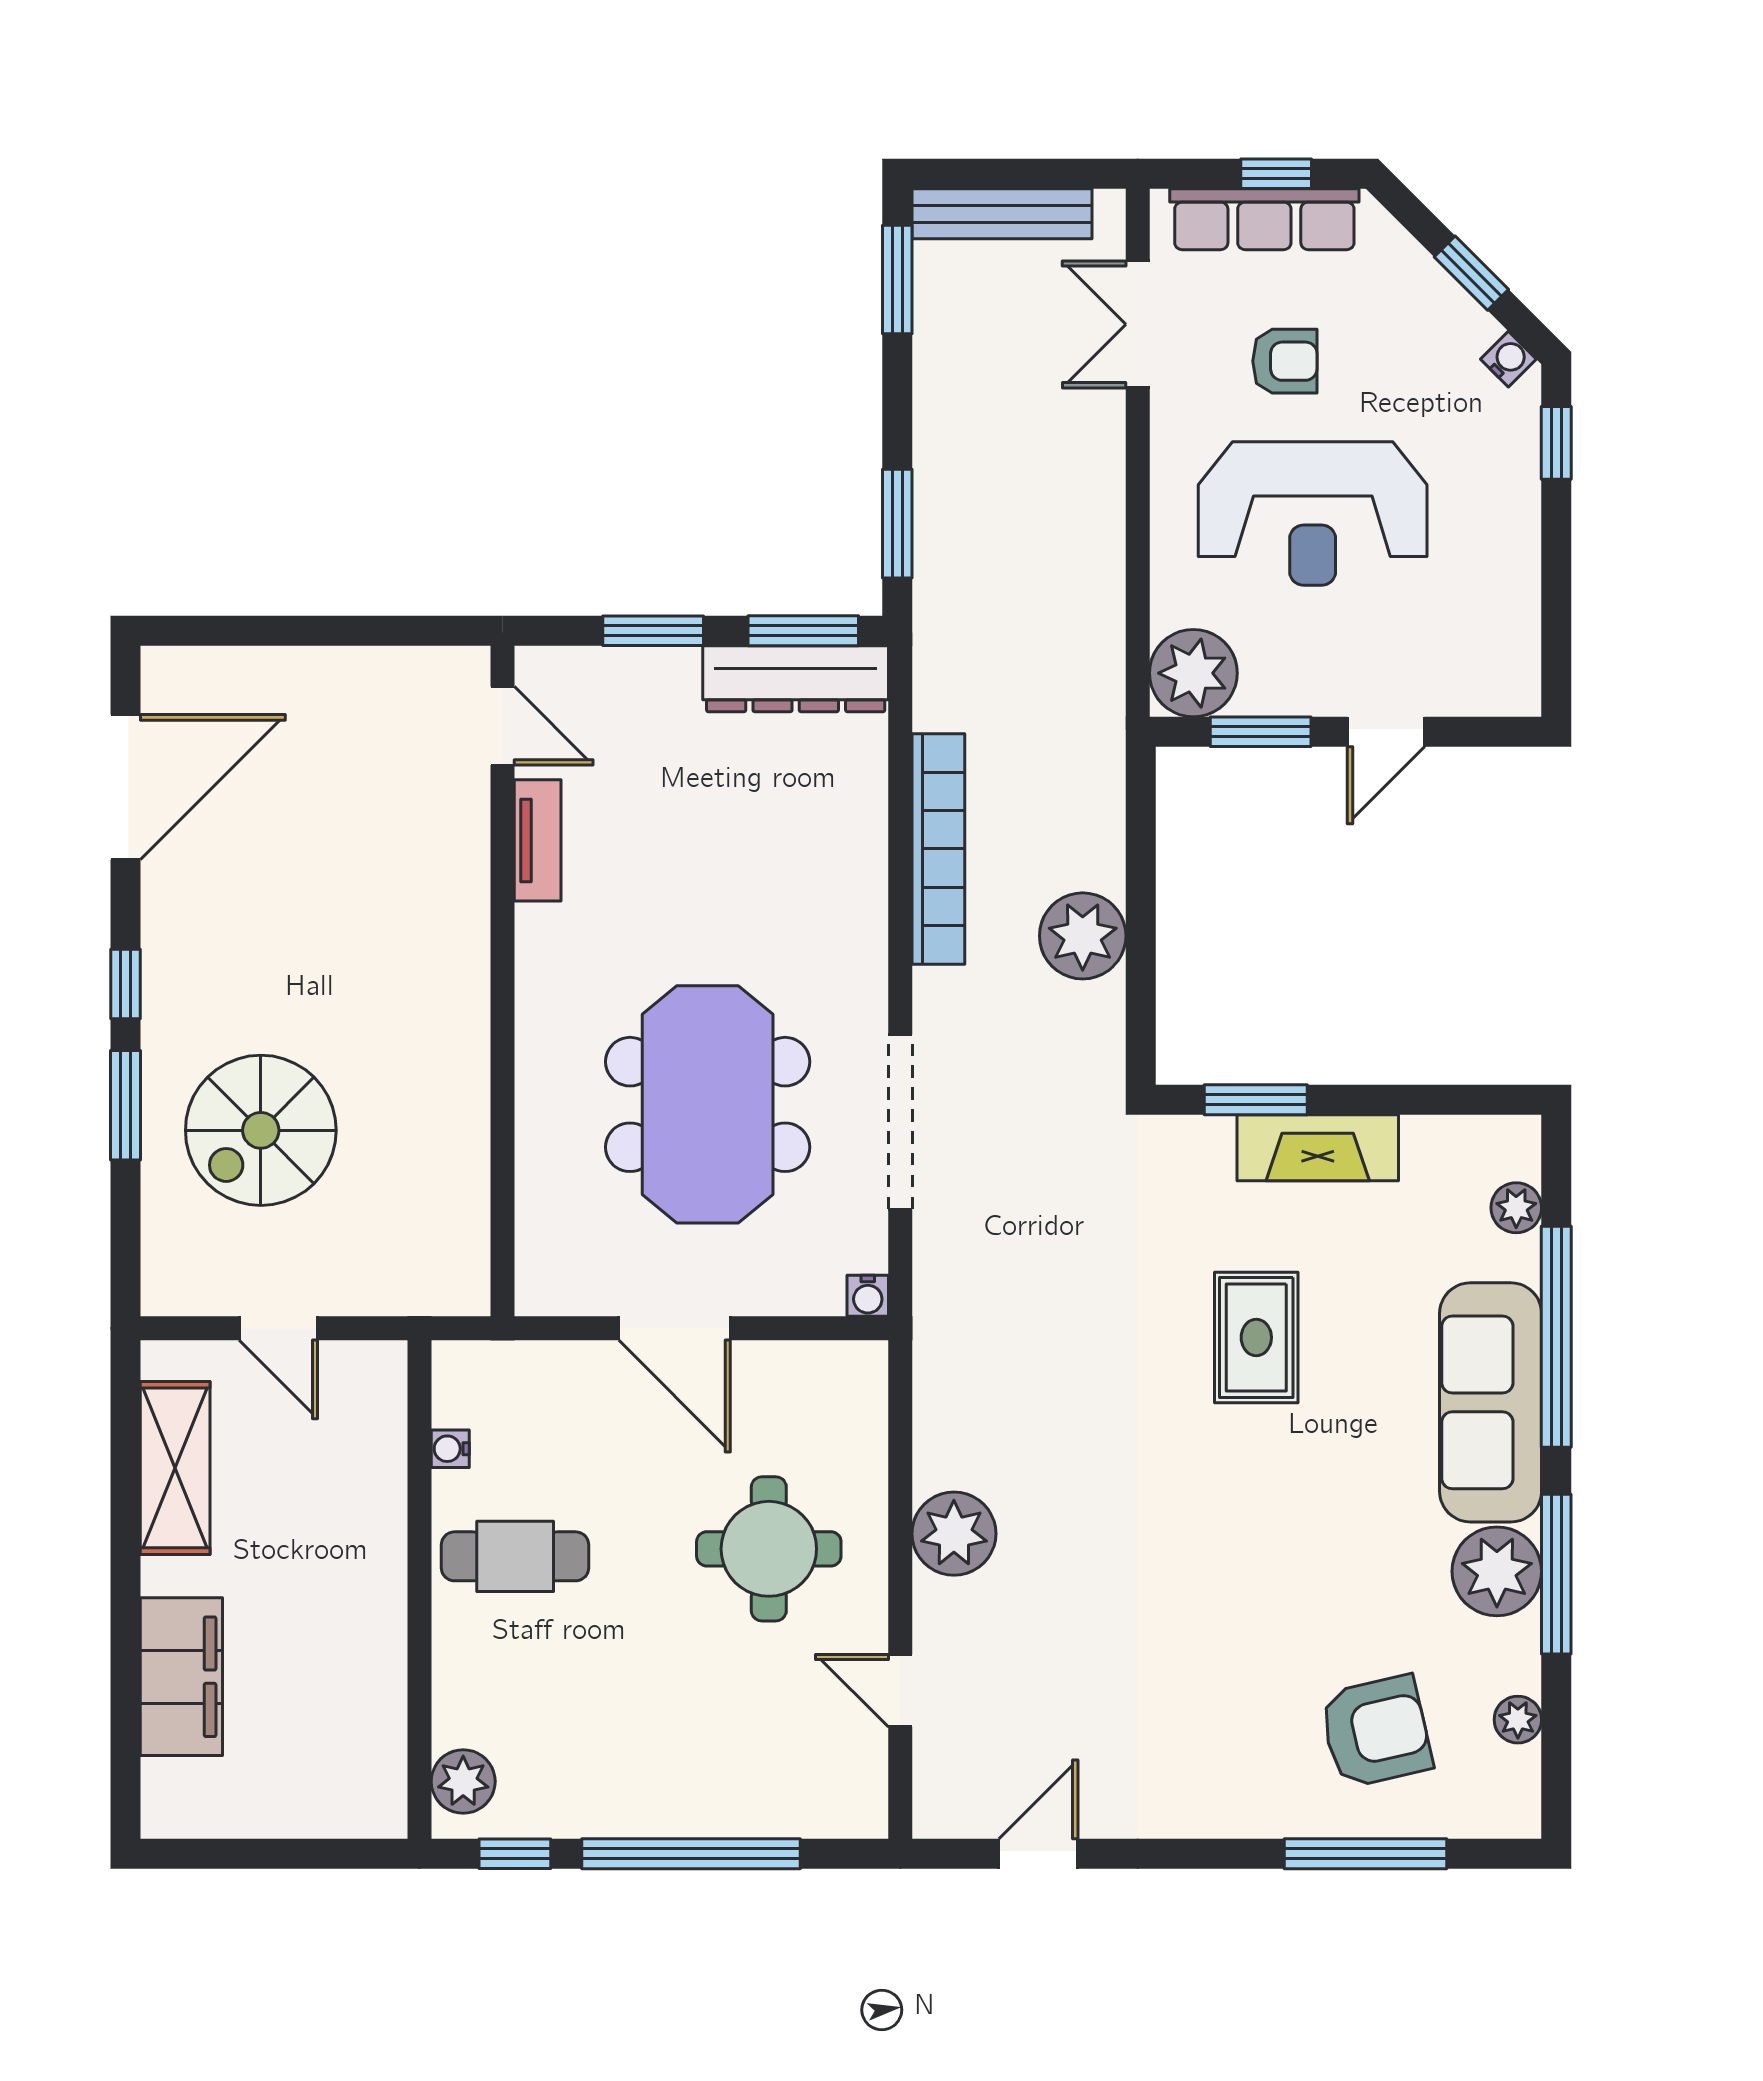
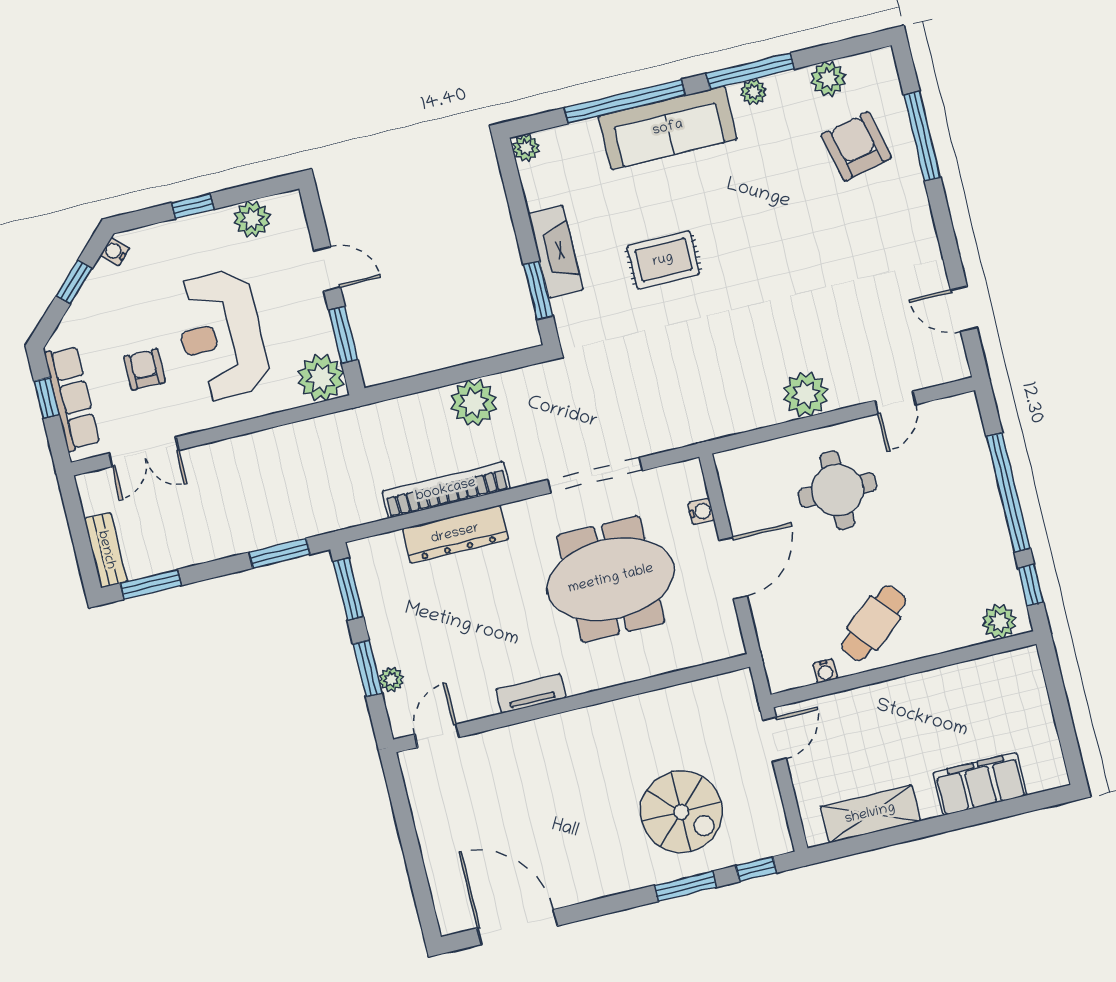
bench: (1002, 214) -> (106, 550), width x0.73
window: (1556, 443) -> (193, 206), moved
reception desk: (1313, 513) -> (221, 335), turned 180
plant: (1507, 619) -> (252, 219), added
plant: (623, 668) -> (391, 679), added
dresser: (796, 679) -> (455, 534), moved, turned 90
tv unit: (538, 840) -> (531, 693), moved
window: (126, 984) -> (756, 869), moved
plant: (1516, 1208) -> (526, 148), moved
water cooler: (868, 1296) -> (701, 512), moved
door: (278, 1328) -> (774, 739), moved
cafe table: (515, 1556) -> (874, 623), turned 50
plant: (1497, 1571) -> (754, 92), width x0.53, depth x0.53
plant: (1518, 1720) -> (828, 79), width x1.38, depth x1.38

